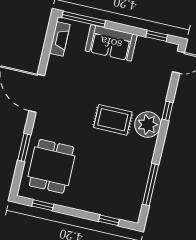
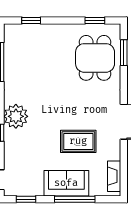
window: (84, 19) -> (75, 199), moved
rug: (113, 120) -> (78, 141), moved
window: (24, 147) -> (124, 53), moved

